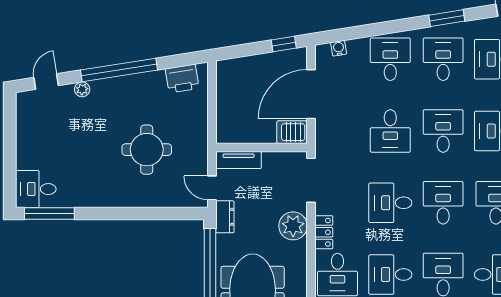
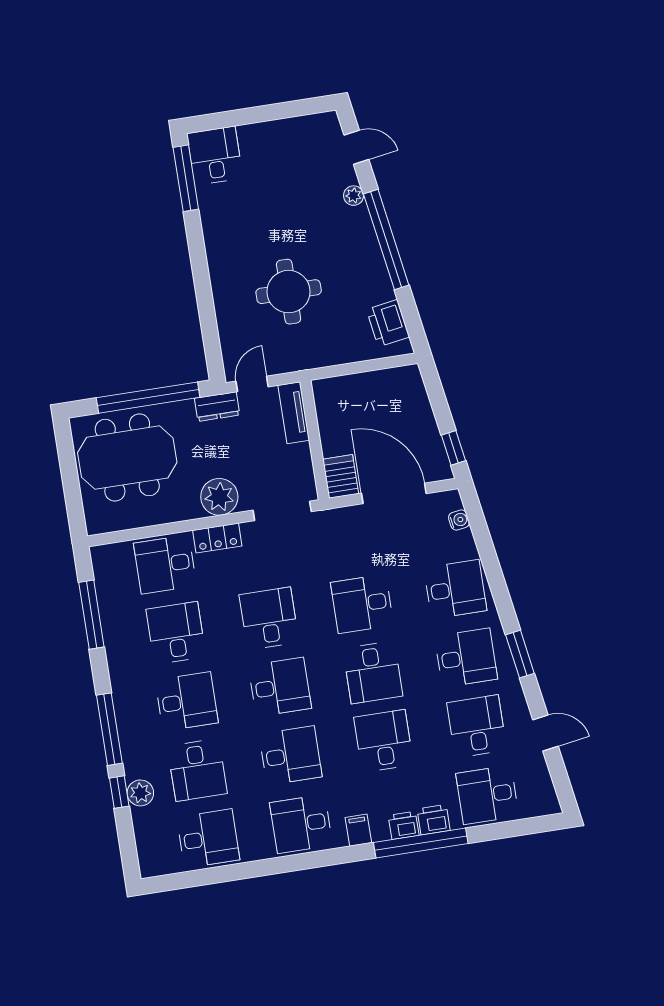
desk: (443, 131) -> (373, 672), turned 90

